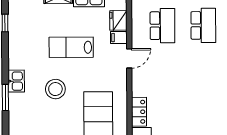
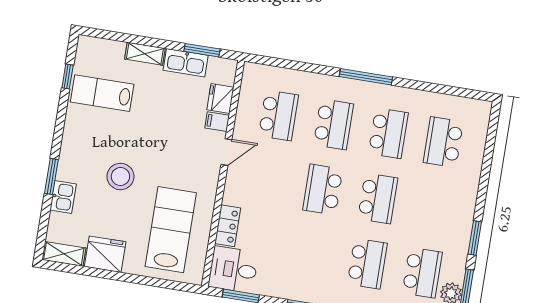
lab bench: (71, 47) -> (102, 93), moved
school desk: (204, 74) -> (323, 190), added
kitchen sink: (16, 81) -> (63, 197), moved

